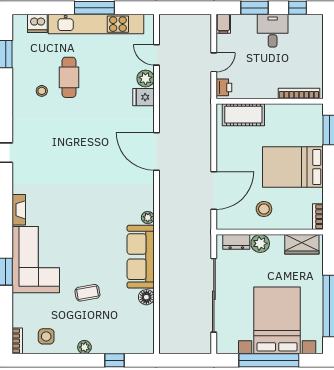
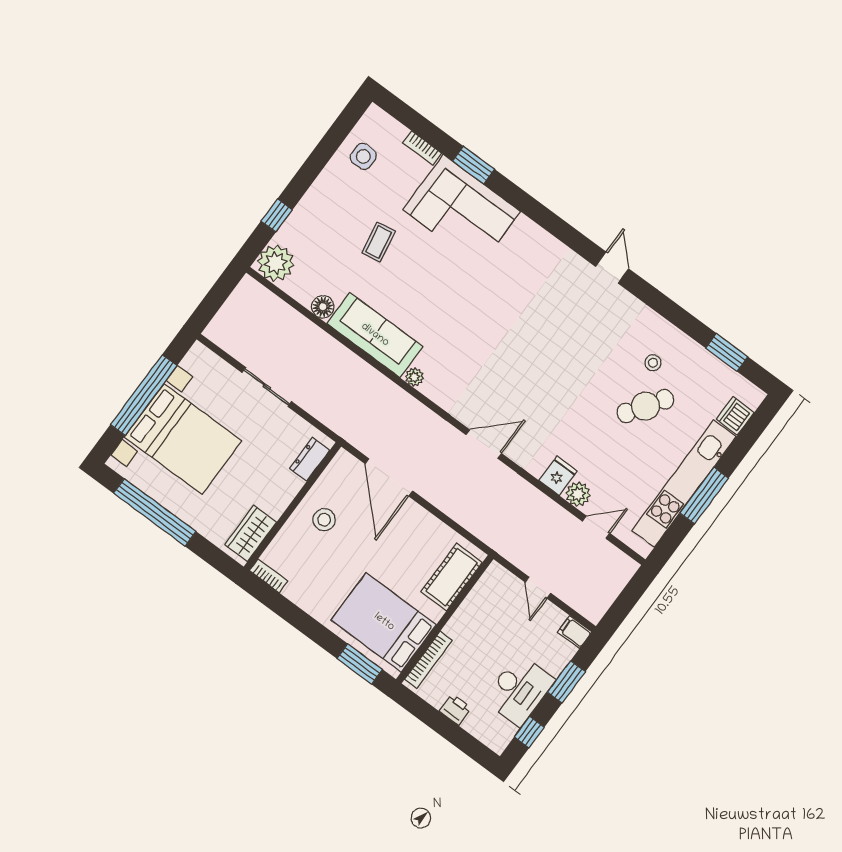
desk: (273, 31) -> (519, 690), width x1.37
cafe table: (69, 77) -> (645, 406), turned -56
printer: (224, 87) -> (455, 710), moved, turned 180
door: (156, 152) -> (484, 444), width x0.73
bed: (293, 167) -> (384, 622), moved, turned -90
fireplace: (19, 210) -> (534, 233), removed
plant: (260, 243) -> (287, 486), removed
sliding door: (214, 295) -> (267, 387), width x0.54
bookcase: (17, 341) -> (422, 148), moved
plant: (84, 347) -> (276, 263), moved, width x1.88, depth x1.88

